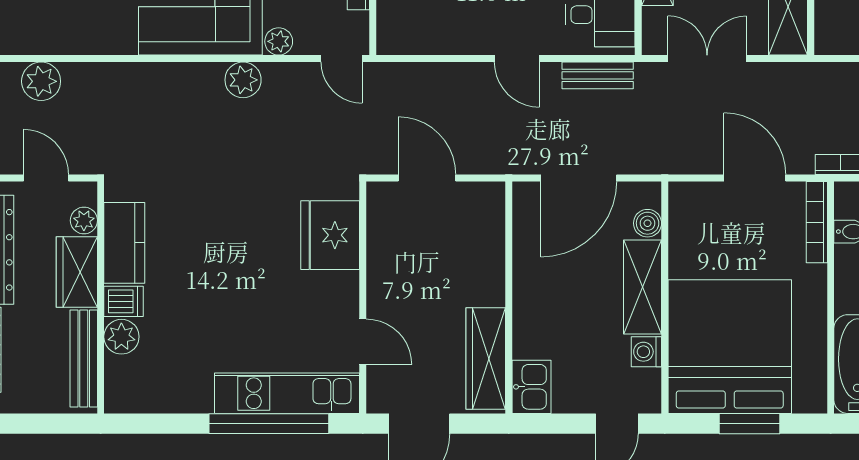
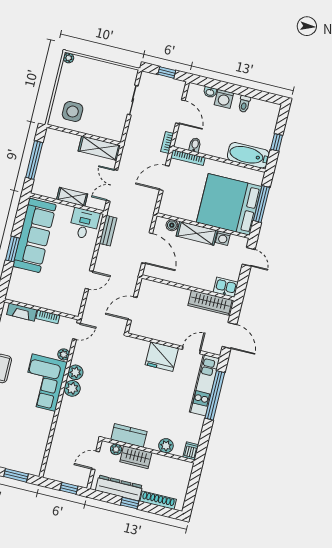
door: (517, 59) -> (89, 280), moved
plant: (41, 81) -> (72, 388), moved
fridge: (330, 235) -> (162, 357), moved
dishwasher: (124, 301) -> (191, 451), moved
bench: (84, 358) -> (171, 463), removed
window: (749, 424) -> (262, 204), width x1.44

